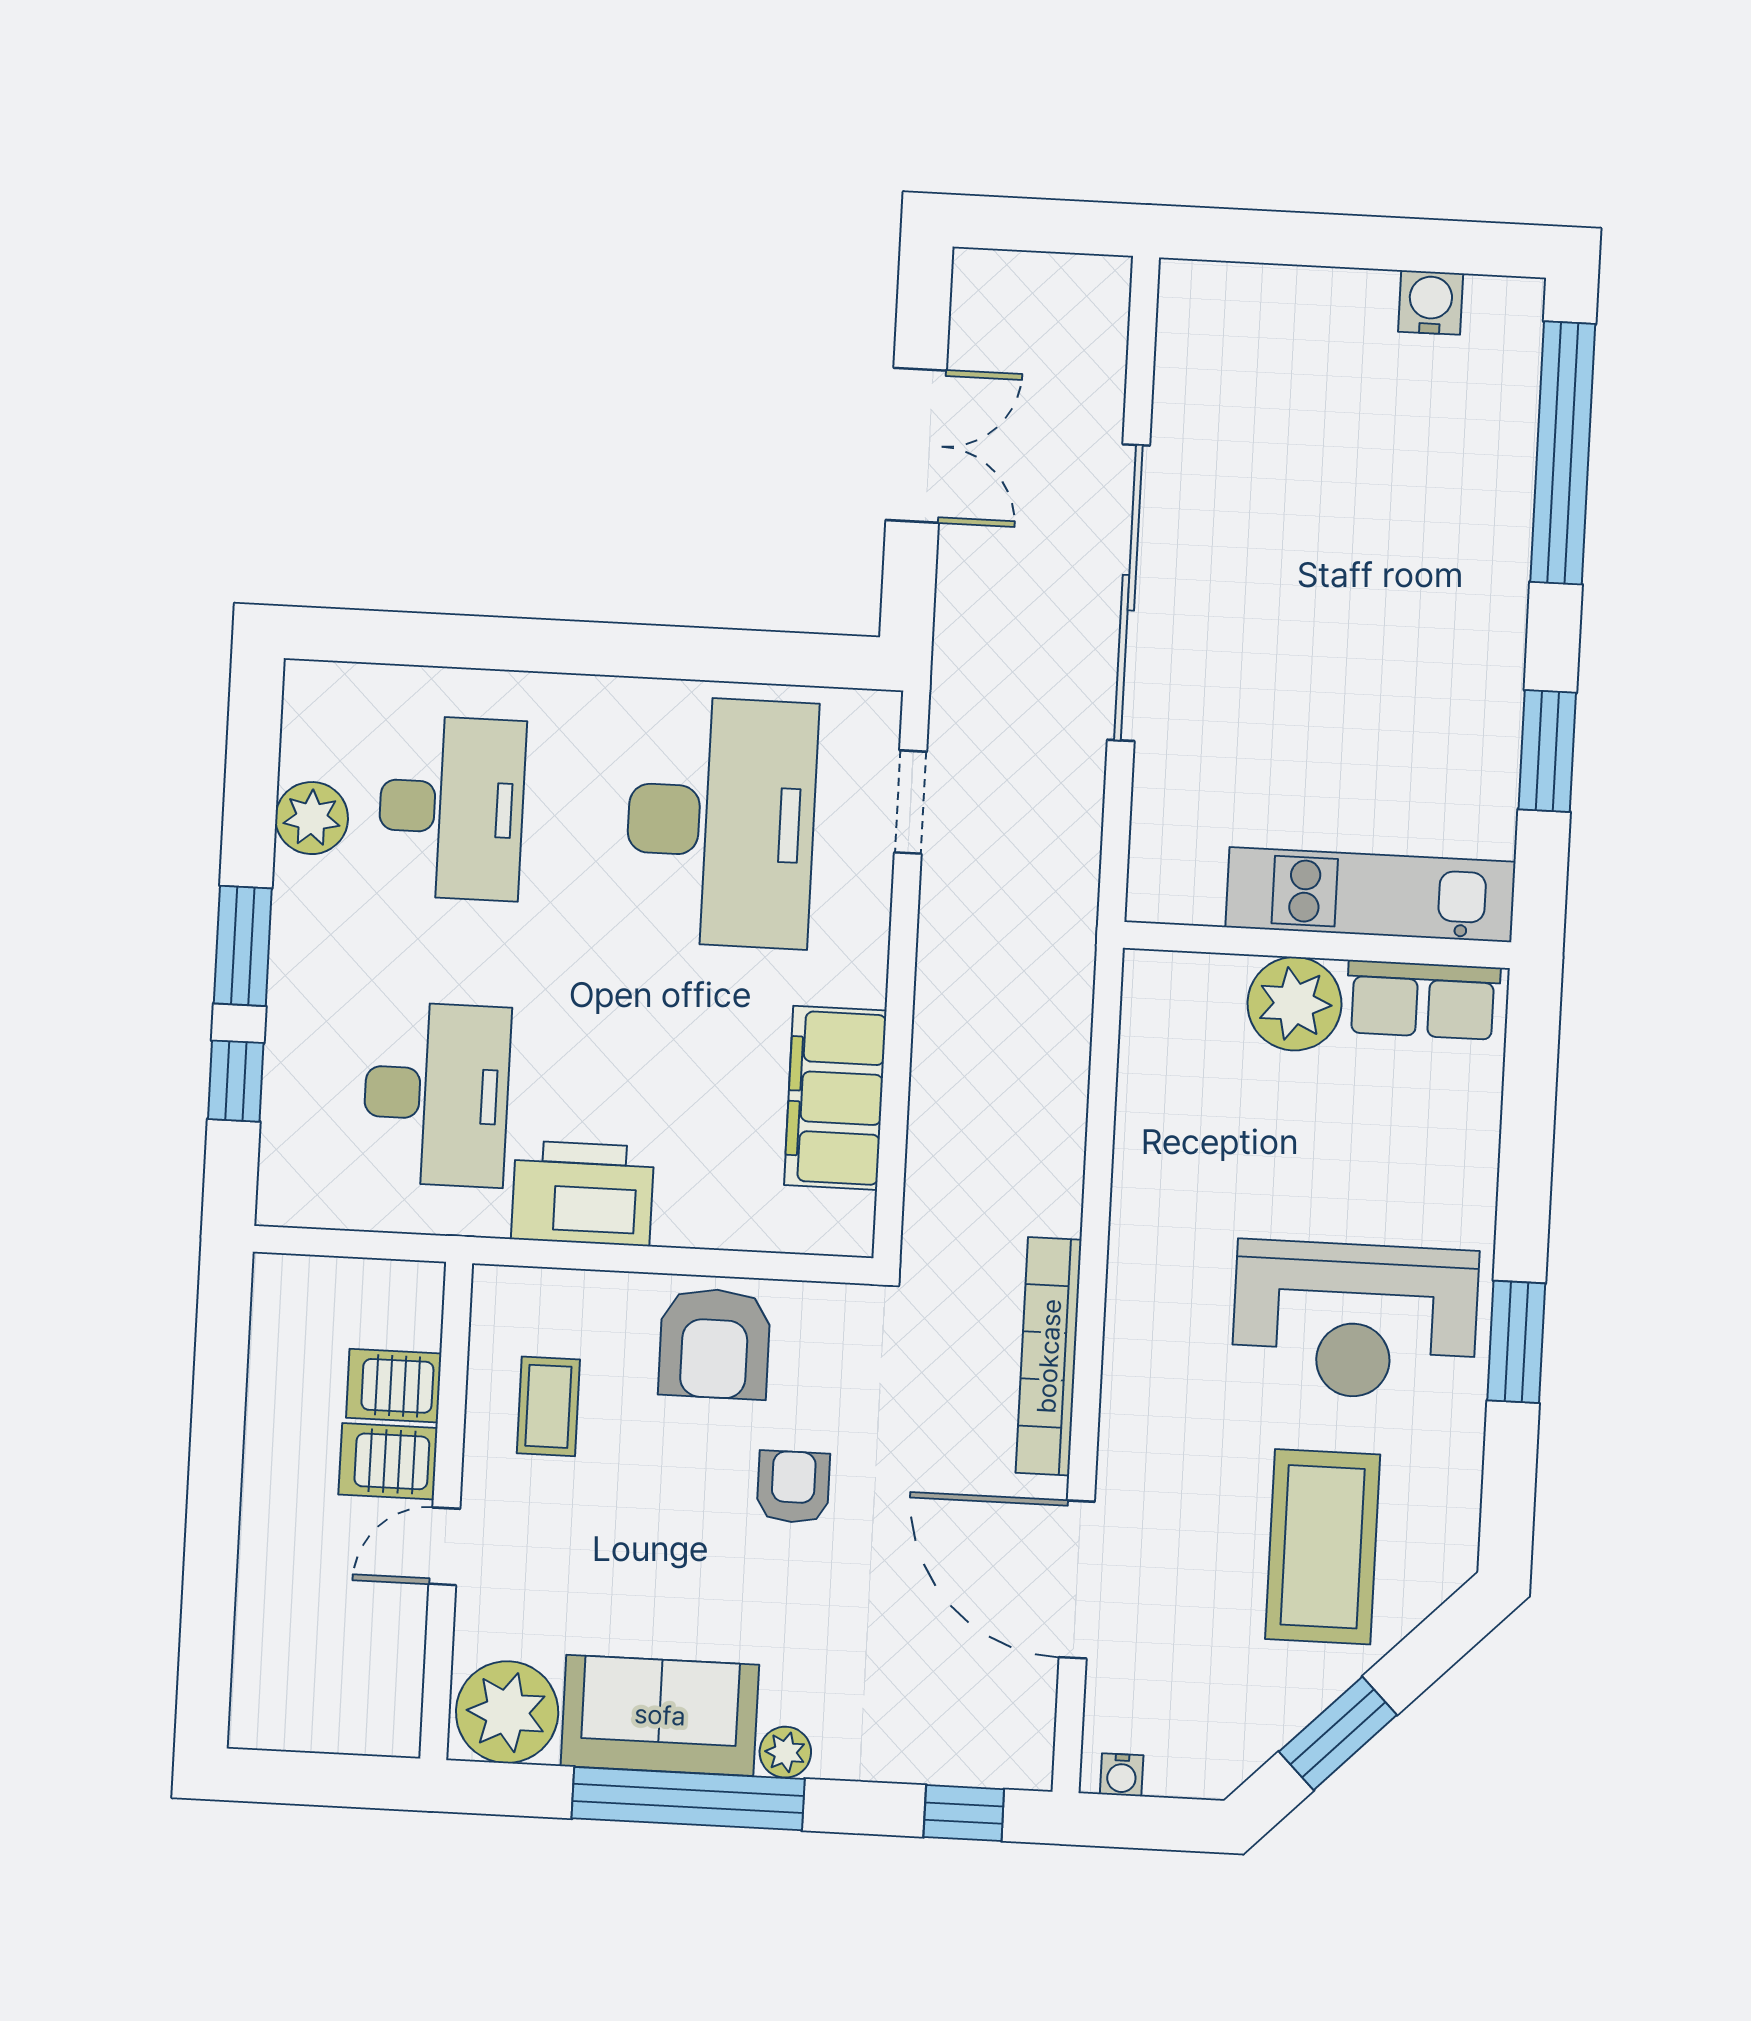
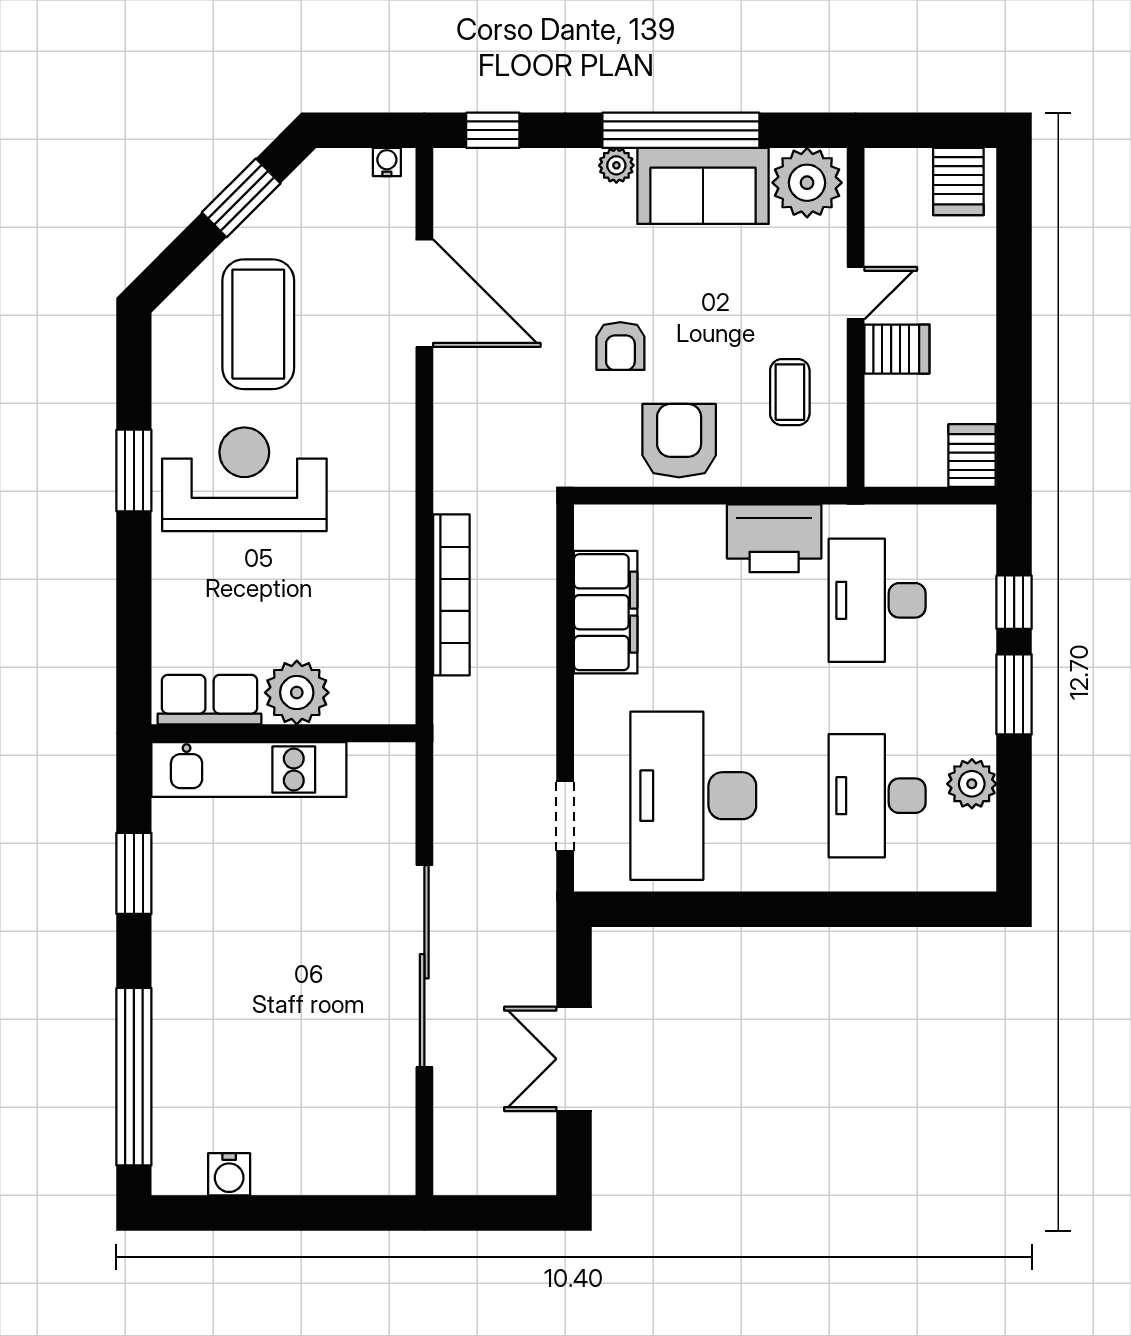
bookcase: (1049, 1356) -> (451, 595), moved
server rack: (394, 1386) -> (972, 455), moved, turned -90
server rack: (285, 1702) -> (958, 181), added

